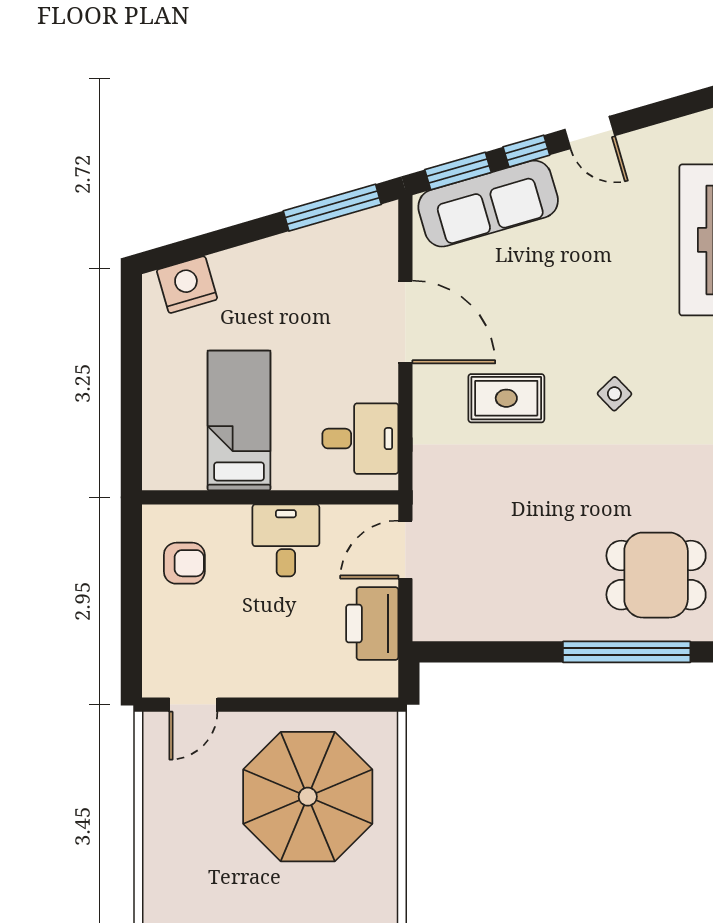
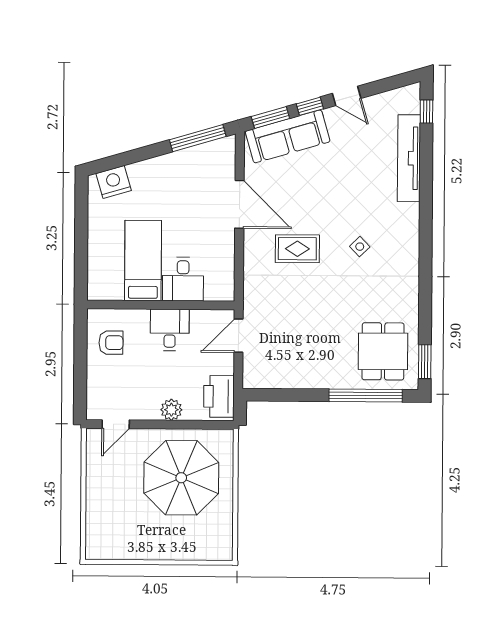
desk: (360, 439) -> (183, 279), moved, turned 90
dining table: (656, 575) -> (383, 351), turned 90
printer: (372, 624) -> (219, 396), moved
plant: (290, 679) -> (171, 410), added

